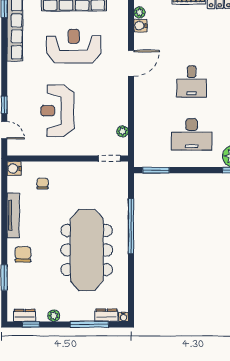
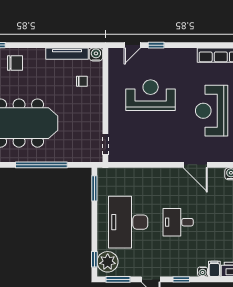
reception desk: (74, 46) -> (212, 111), turned 180
plant: (123, 131) -> (131, 157), removed
desk: (192, 134) -> (128, 222), width x1.36, depth x1.30
tv unit: (13, 215) -> (67, 54), moved

